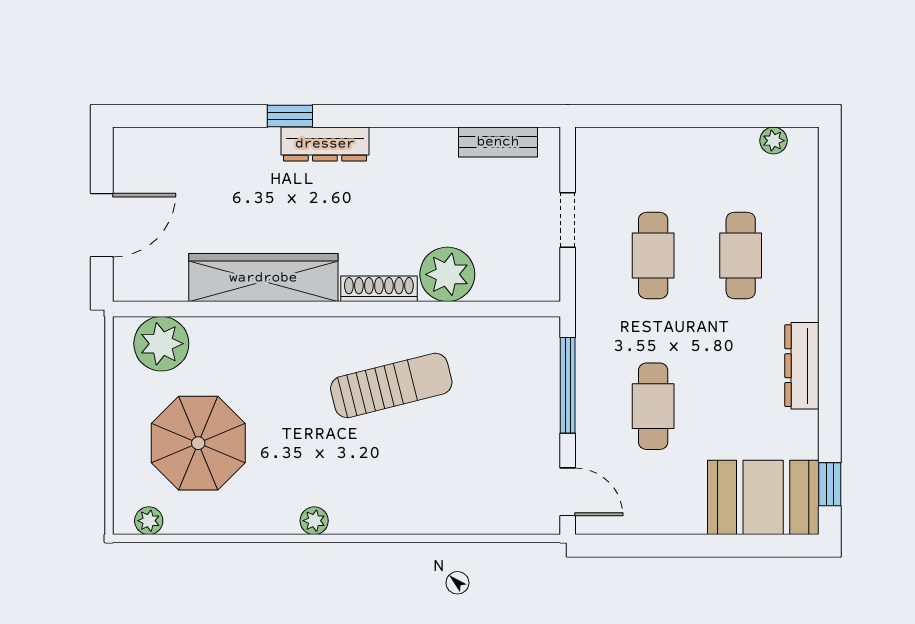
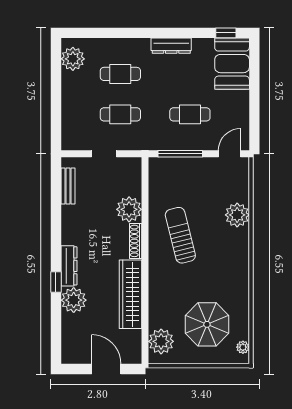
plant: (773, 141) -> (73, 59), width x1.87, depth x1.87
plant: (251, 154) -> (74, 300), added
plant: (314, 521) -> (237, 215), moved, width x1.88, depth x1.88

